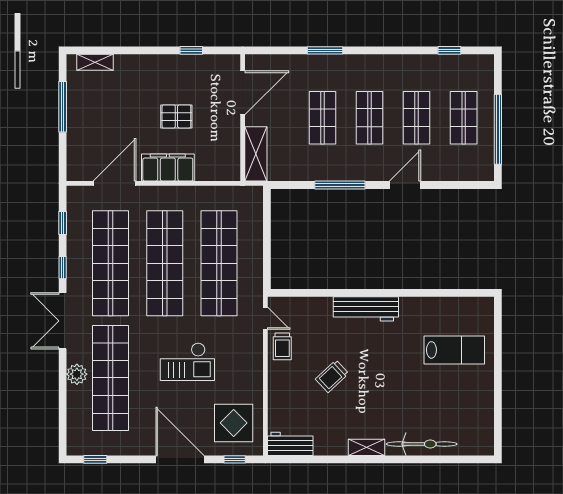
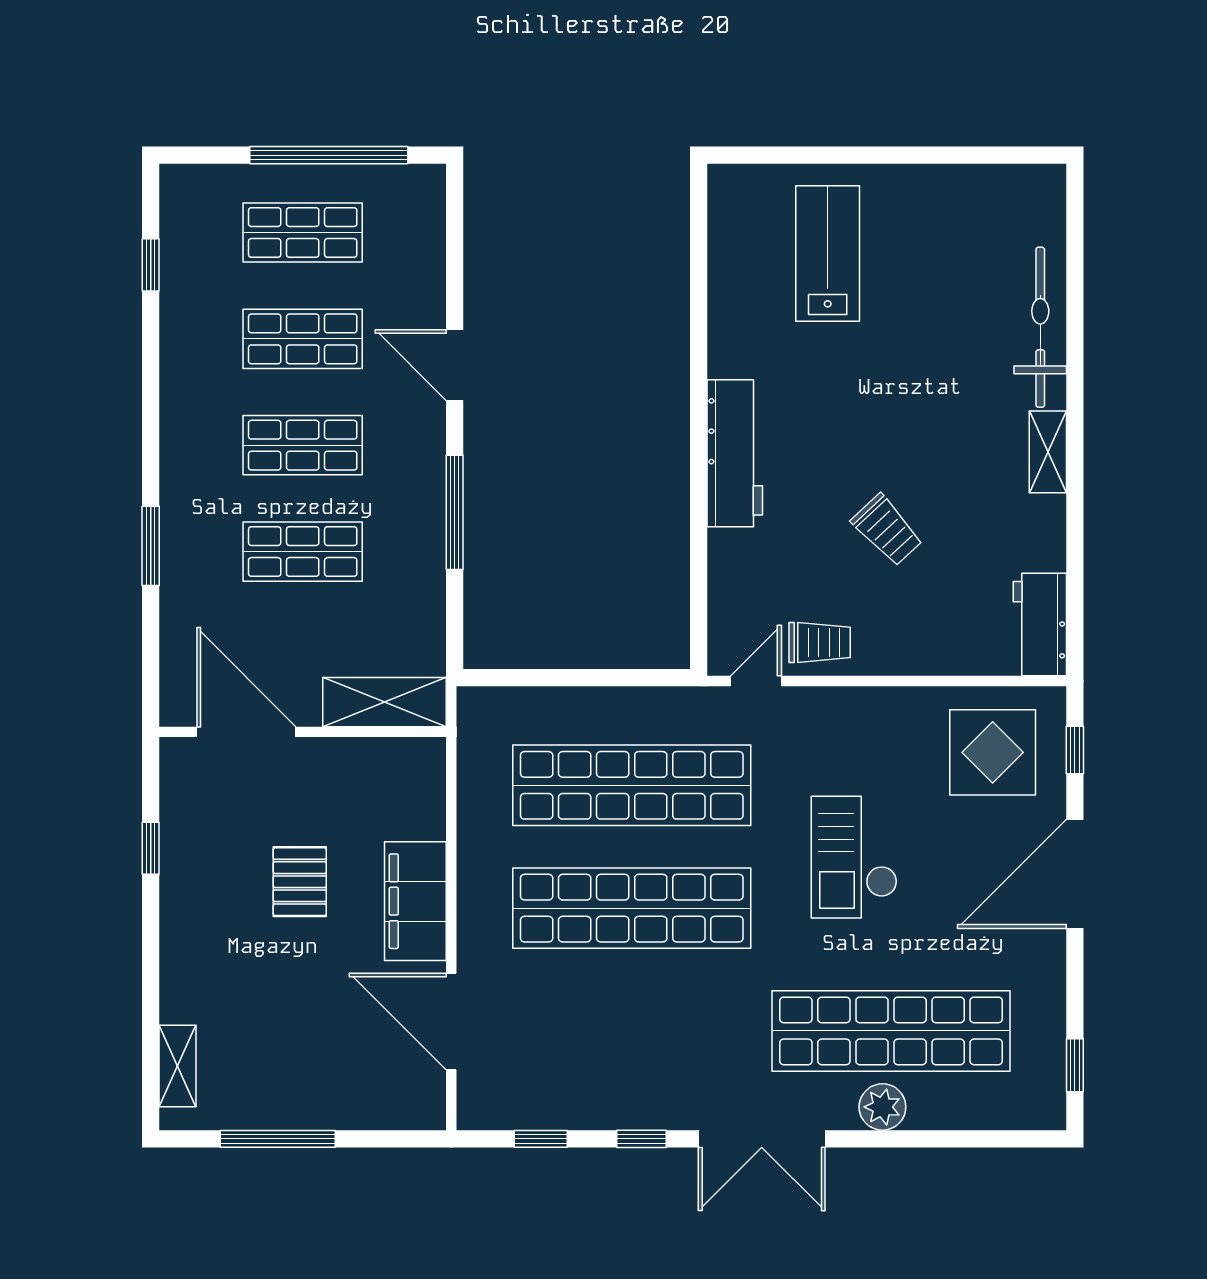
shop shelf: (110, 263) -> (632, 1031), removed
checkout: (187, 362) -> (854, 857), turned 180

